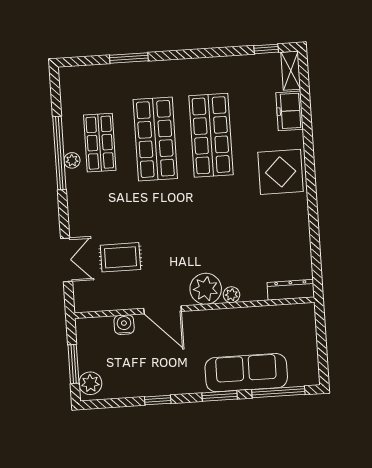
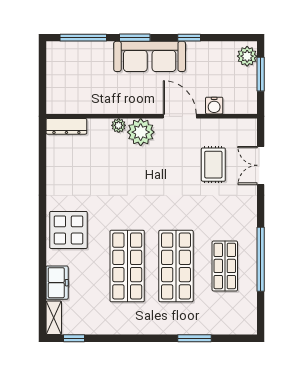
plant: (72, 160) -> (250, 252), removed
rug: (120, 257) -> (213, 165), turned 90
sofa: (246, 373) -> (150, 56), moved

